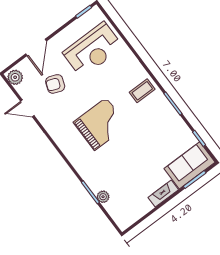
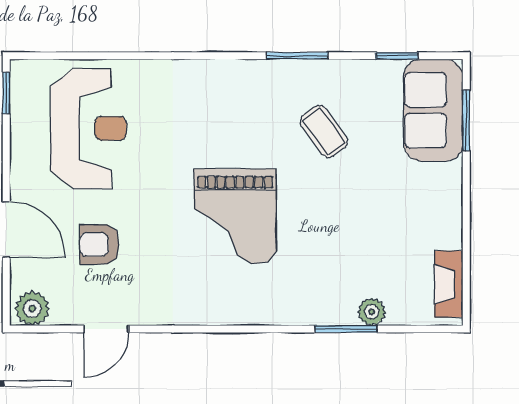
armchair: (55, 84) -> (99, 244), turned 69
coffee table: (142, 91) -> (324, 131), moved, turned -36
grand piano: (100, 124) -> (235, 217), turned 180
fireplace: (163, 194) -> (449, 284), moved

